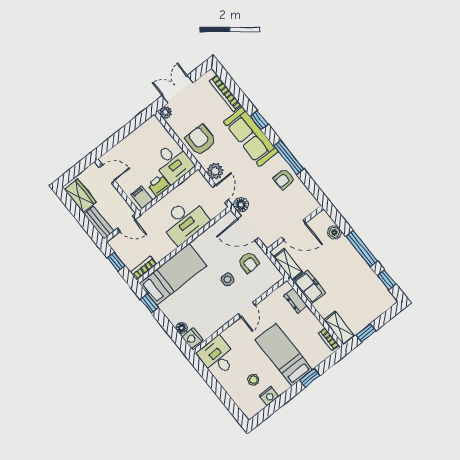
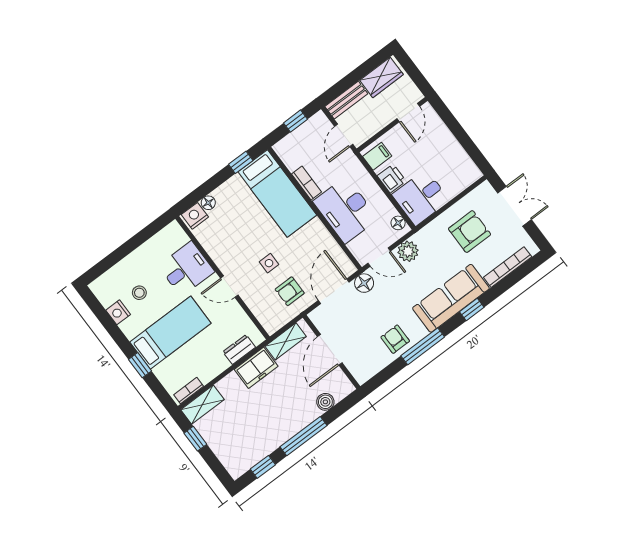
plant: (166, 112) -> (485, 190), removed
armchair: (201, 140) -> (470, 232), moved
floor lamp: (193, 180) -> (398, 223), added
bookcase: (144, 268) -> (307, 183), moved
desk: (217, 357) -> (186, 269), moved

